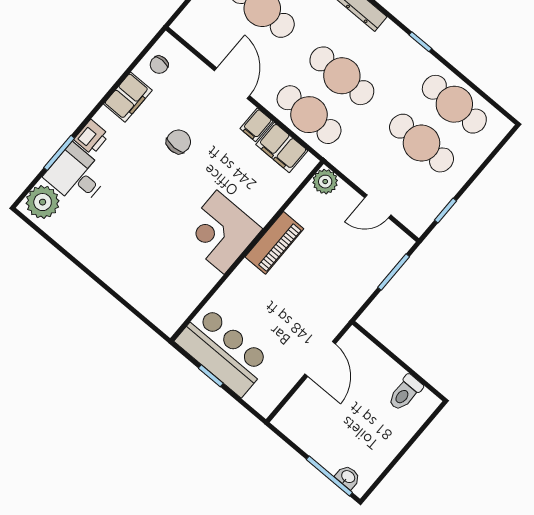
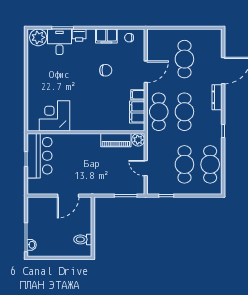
corner desk: (221, 232) -> (54, 116), moved
piano: (274, 243) -> (116, 140), moved

